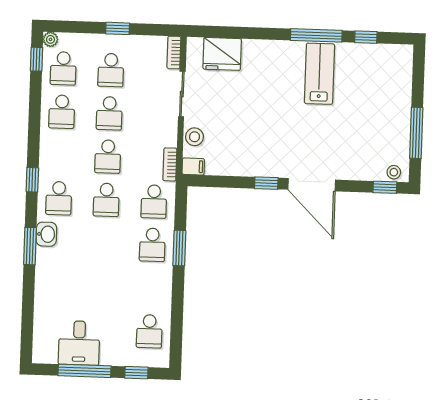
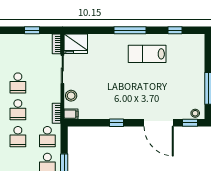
window: (118, 28) -> (32, 30), moved
window: (316, 35) -> (130, 30), moved
fridge: (222, 54) -> (76, 44), moved
school desk: (111, 70) -> (18, 56), removed
lab bench: (319, 74) -> (147, 54), turned -90
door: (312, 185) -> (159, 123), moved

